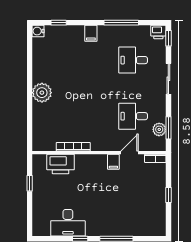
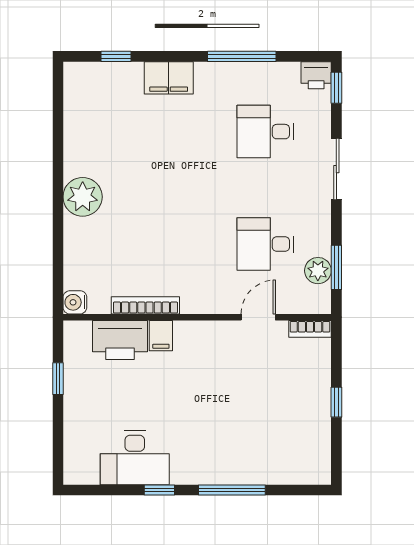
water cooler: (38, 31) -> (75, 302), moved
filing cabinet: (91, 33) -> (169, 78), width x2.00
filing cabinet: (113, 162) -> (161, 336), moved

